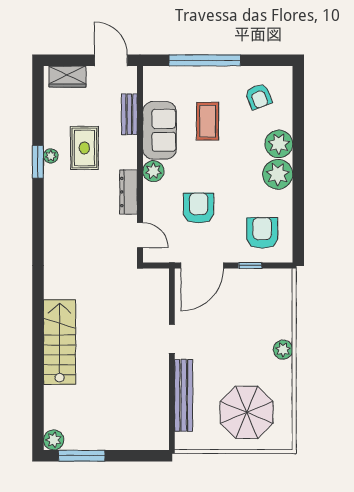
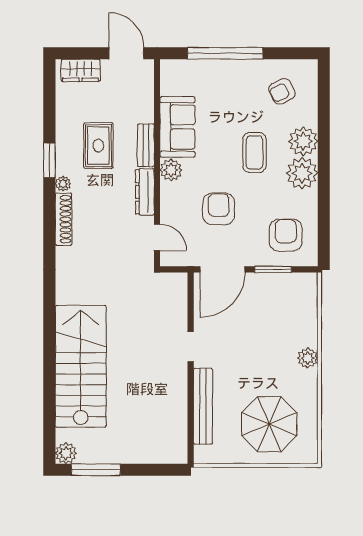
armchair: (259, 97) -> (282, 91), turned 84
bench: (129, 114) -> (146, 145), moved
coffee table: (208, 121) -> (254, 152), moved
plant: (51, 156) -> (63, 184), moved
shoe rack: (51, 218) -> (63, 219), added
window: (250, 266) -> (273, 269), width x1.50
stairs: (60, 342) -> (81, 366), width x1.36, depth x1.51

